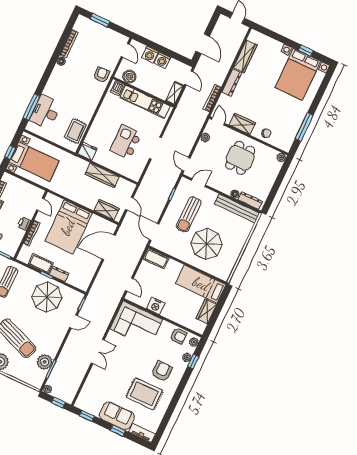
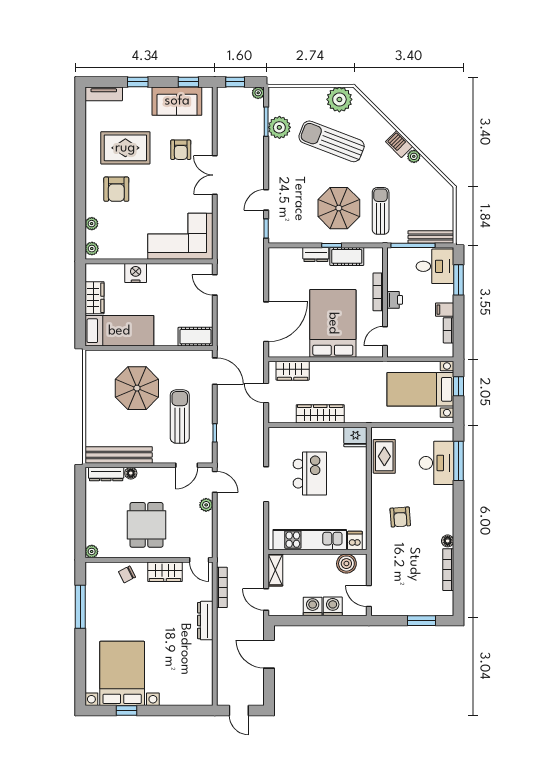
wardrobe: (245, 56) -> (204, 664), removed
armchair: (102, 75) -> (400, 517), moved
plant: (205, 138) -> (206, 505), moved
door: (40, 204) -> (385, 336), hinge flipped
parasol: (47, 297) -> (339, 208), moved
nightstand: (156, 306) -> (136, 273), moved
armchair: (178, 336) -> (181, 150), moved, turned -91
window: (193, 362) -> (80, 222), removed
sofa: (117, 416) -> (177, 101), moved

